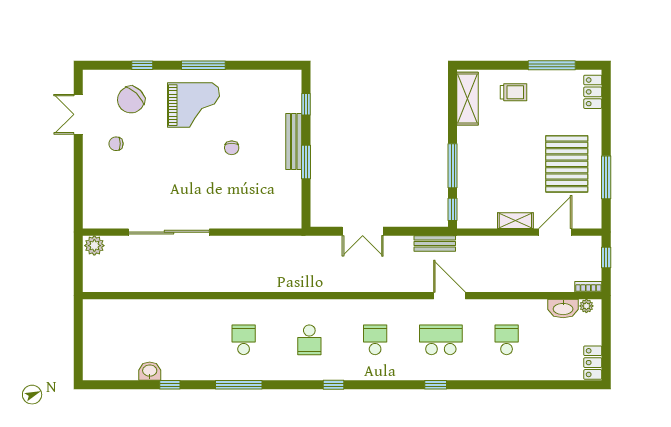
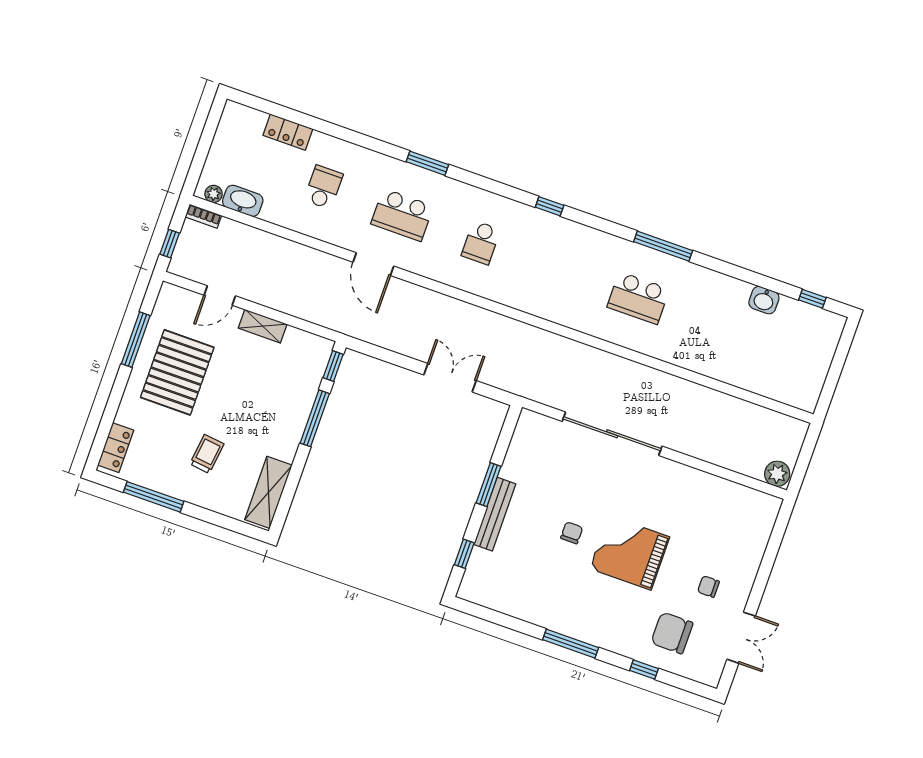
trolley: (513, 92) -> (207, 454), moved, turned 97
chair: (131, 100) -> (672, 633), turned -134
grand piano: (193, 105) -> (630, 553), moved
chair: (116, 144) -> (708, 587), turned 180
sliding door: (169, 232) -> (612, 434), moved
door: (555, 232) -> (220, 296), width x0.73
bench: (435, 243) -> (369, 333), removed
school desk: (244, 340) -> (638, 298), width x1.85
school desk: (309, 340) -> (560, 270), removed
school desk: (507, 340) -> (323, 187), turned 180
locker: (593, 363) -> (288, 132), moved, turned 90
window: (170, 385) -> (812, 299), moved
window: (436, 385) -> (427, 163), width x1.50

